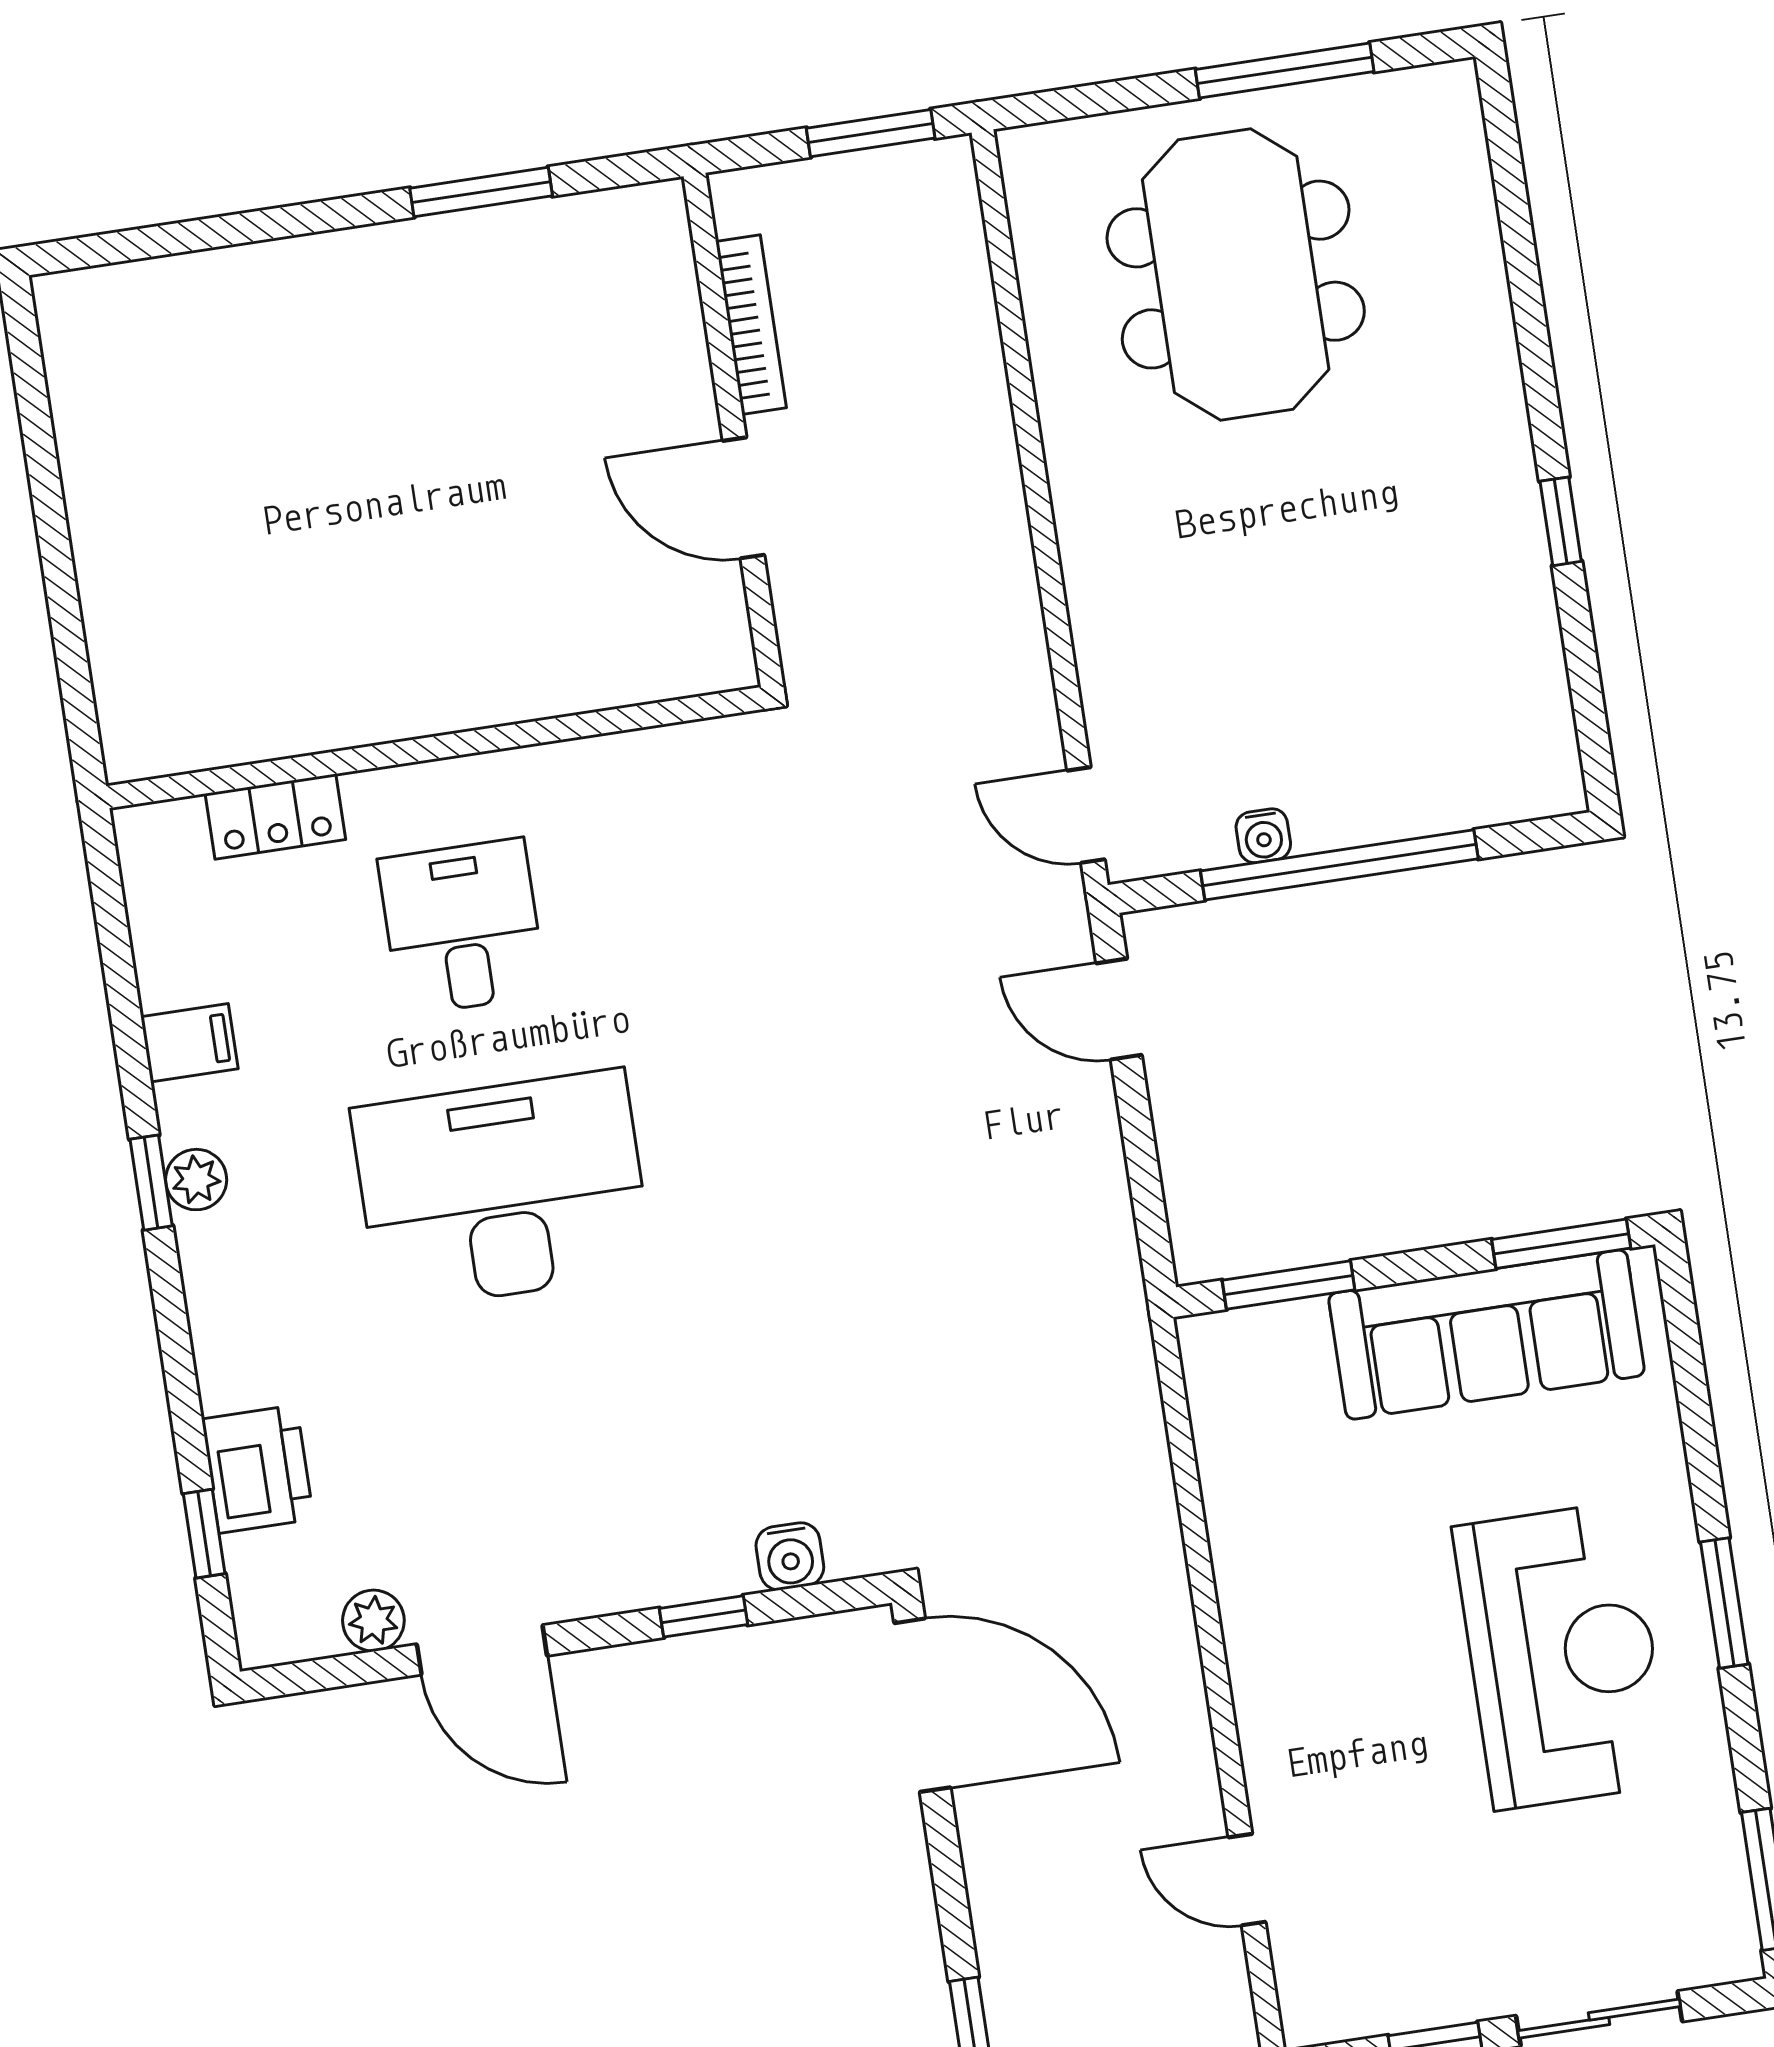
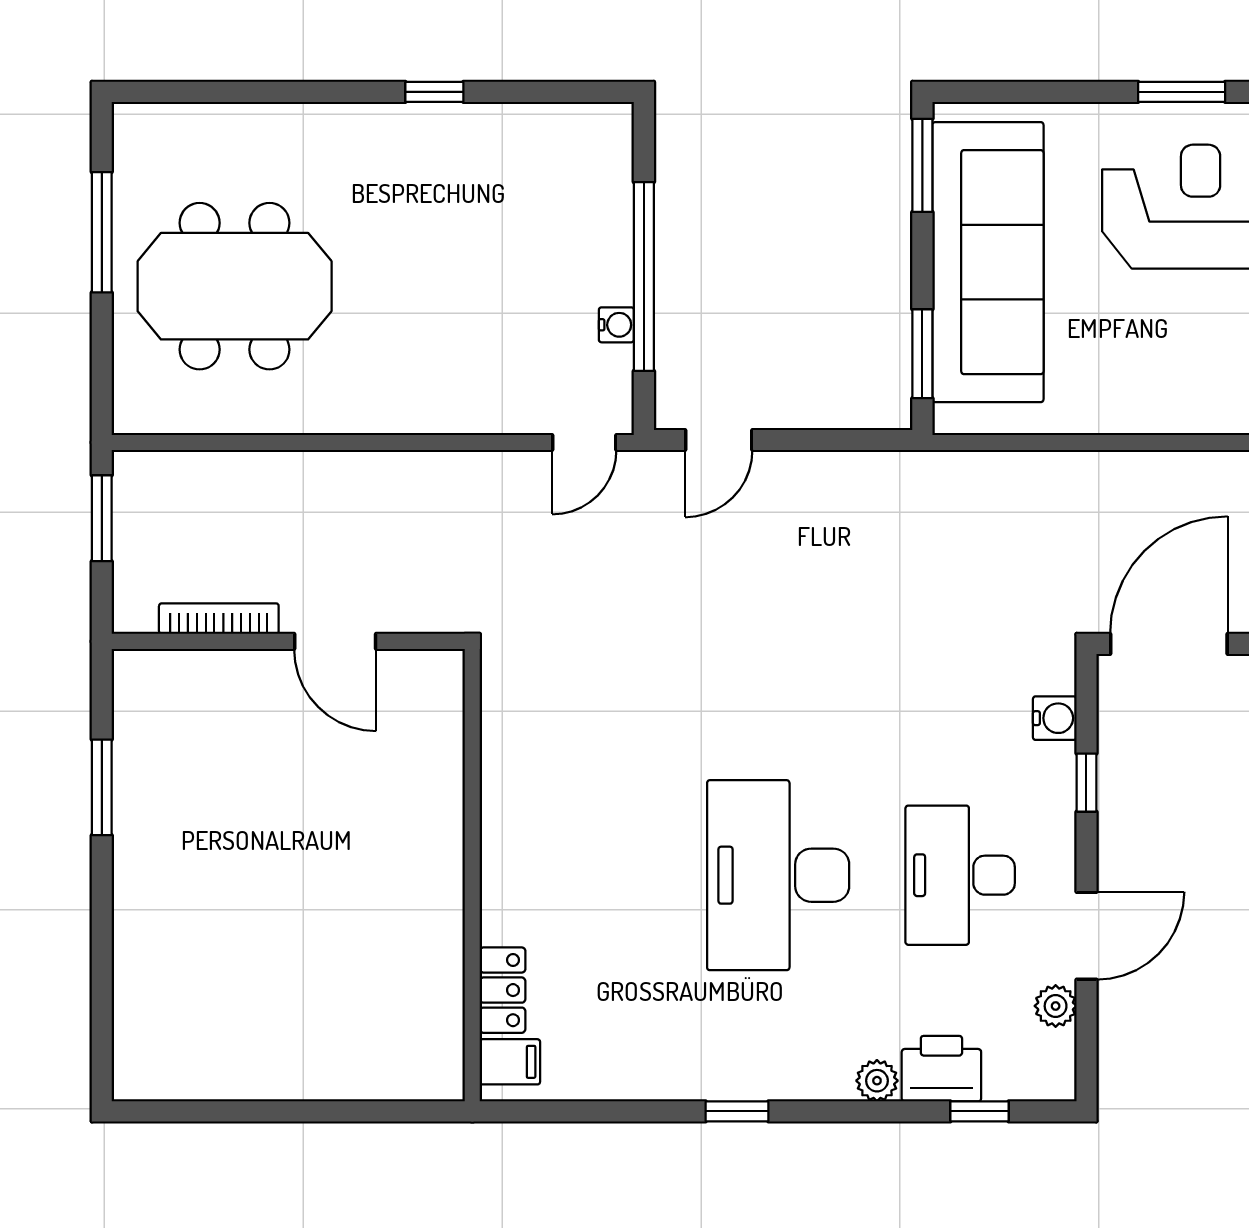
door: (743, 498) -> (335, 641), hinge flipped
desk: (462, 927) -> (960, 875), moved, width x1.37
filing cabinet: (189, 1043) -> (510, 1062), moved, turned 90
plant: (196, 1180) -> (877, 1081), moved
sofa: (1487, 1335) -> (988, 262), width x1.36, depth x1.27

